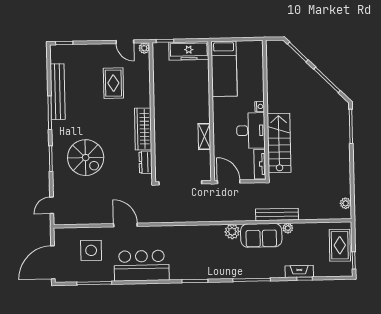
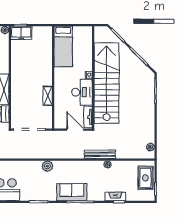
freezer: (189, 51) -> (21, 33), moved, width x0.71
stairs: (279, 143) -> (107, 83), width x1.86, depth x1.51
door: (229, 182) -> (75, 130), moved
plant: (232, 232) -> (47, 166), moved
sofa: (261, 235) -> (72, 192), moved, turned 180

